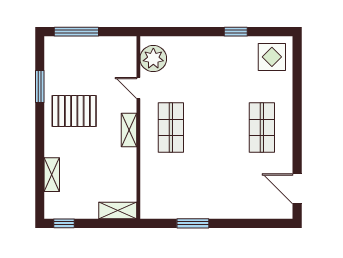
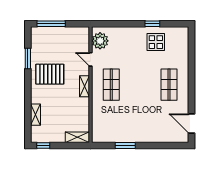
display table: (272, 57) -> (156, 42), moved

